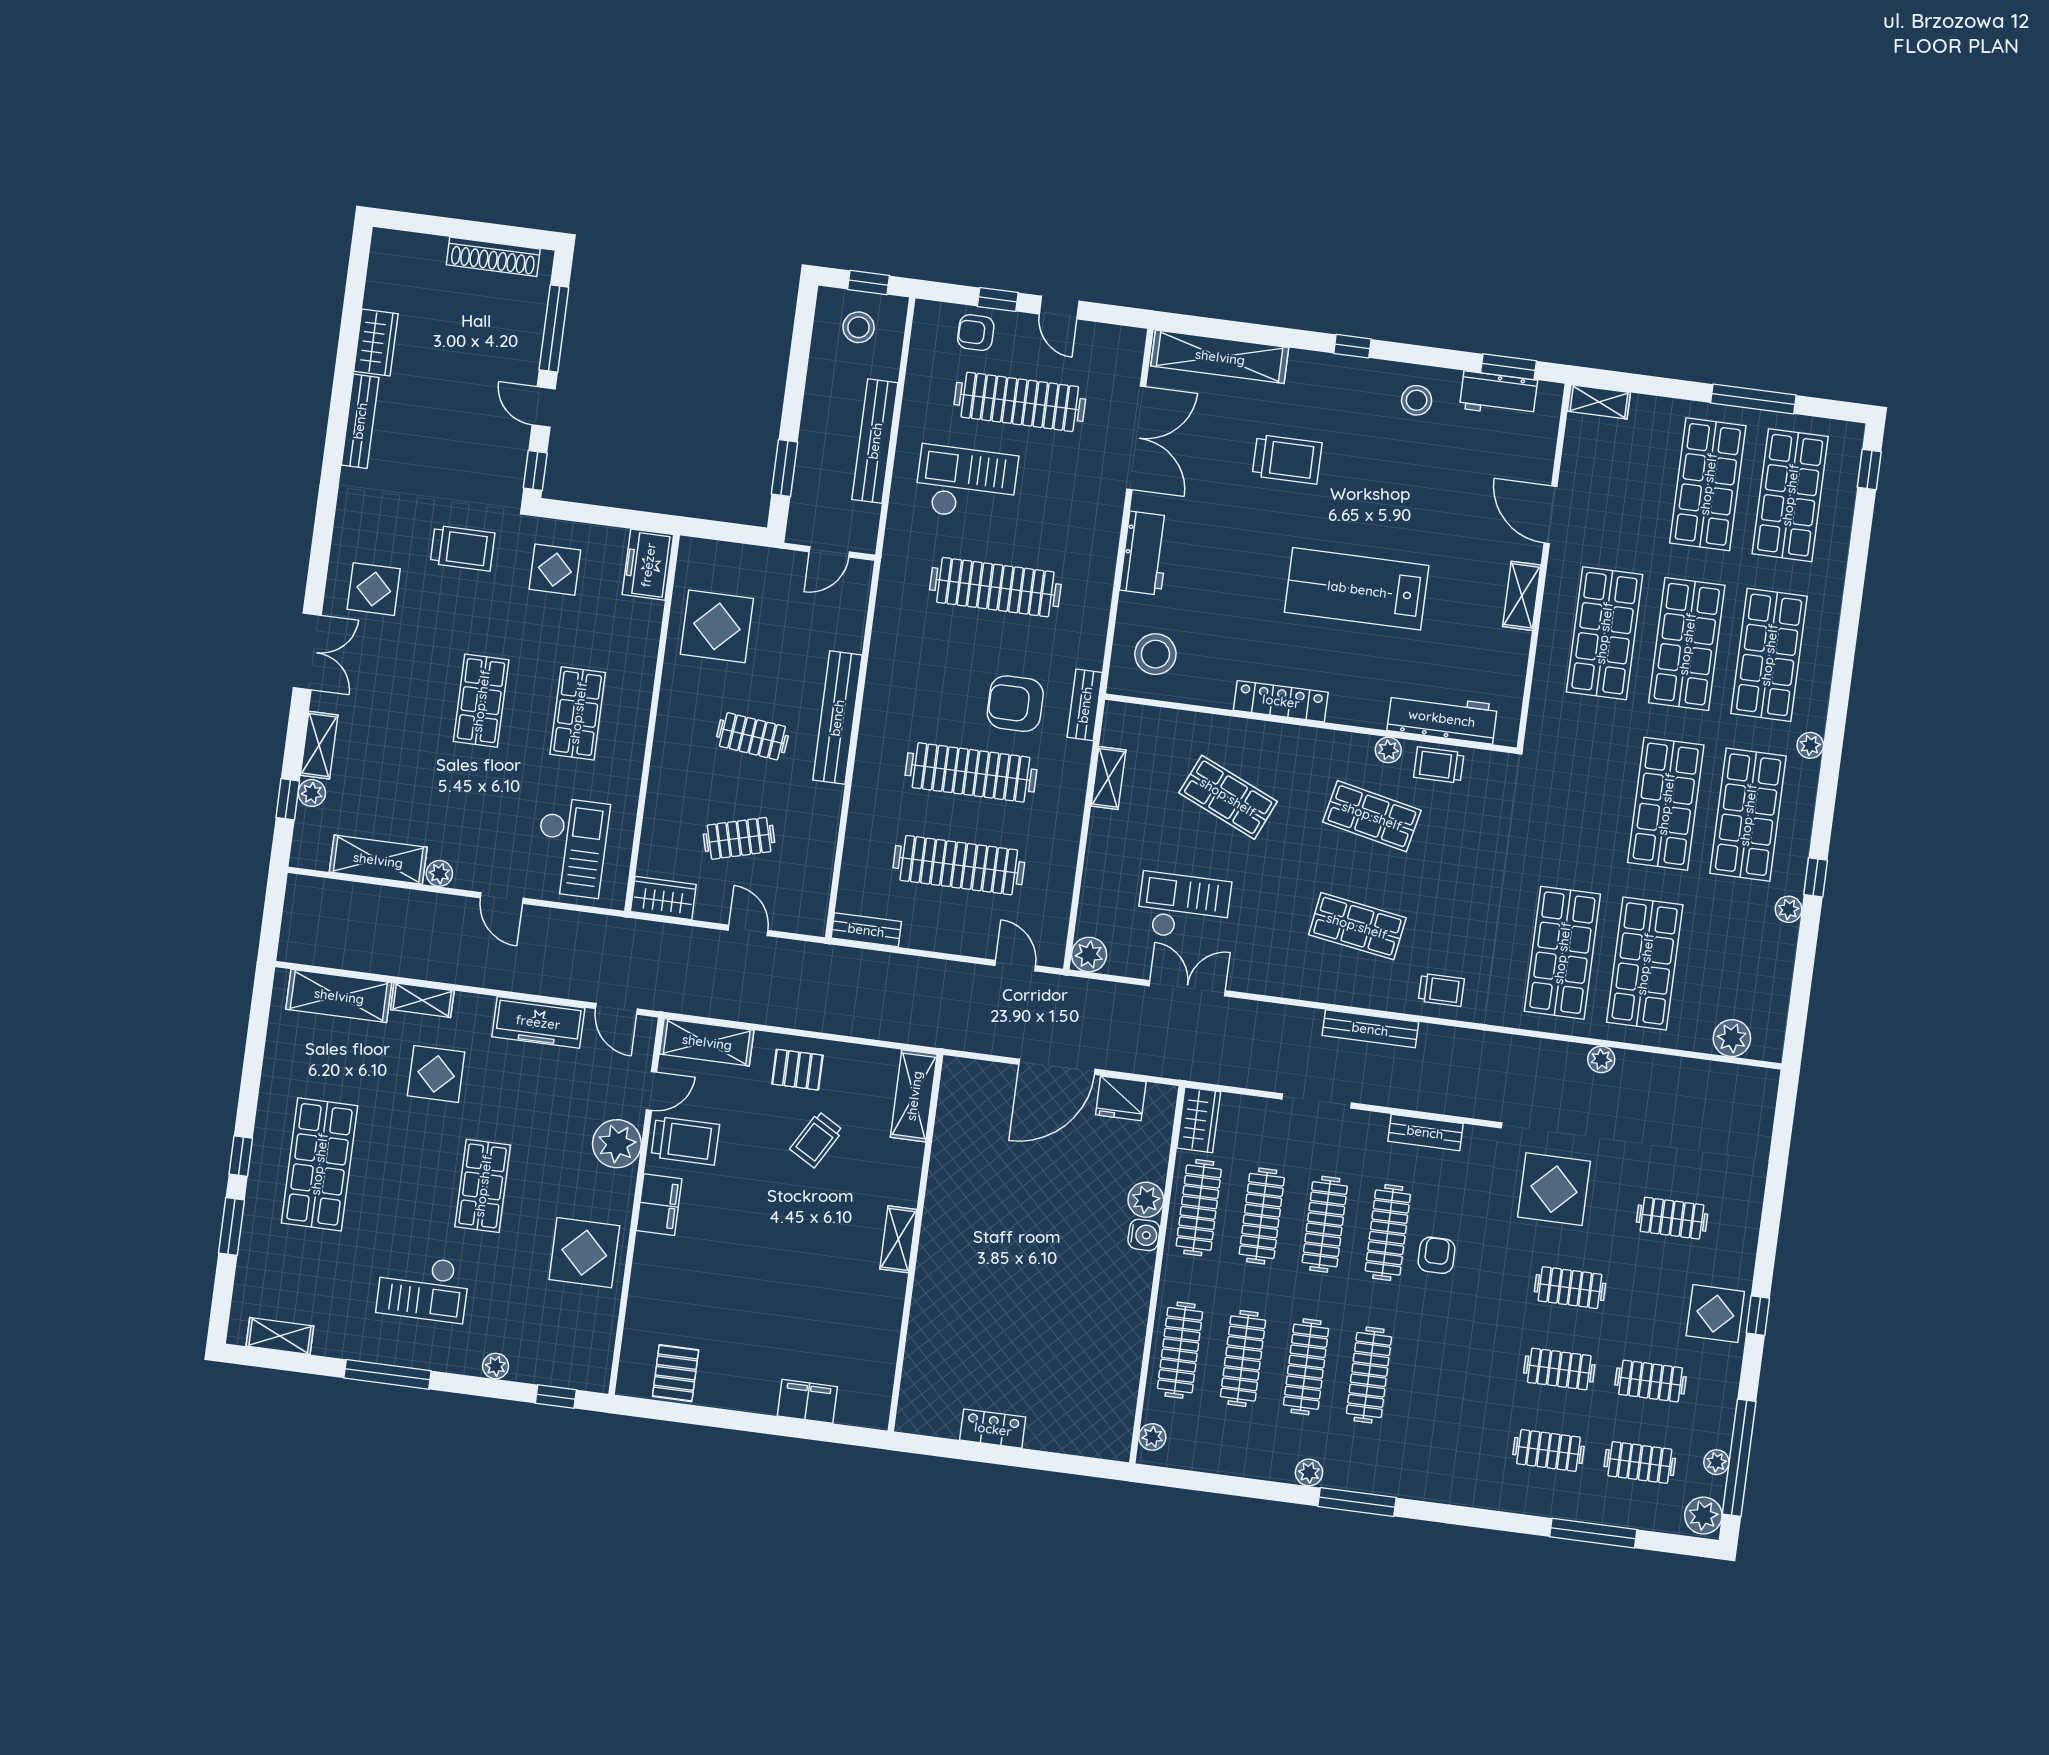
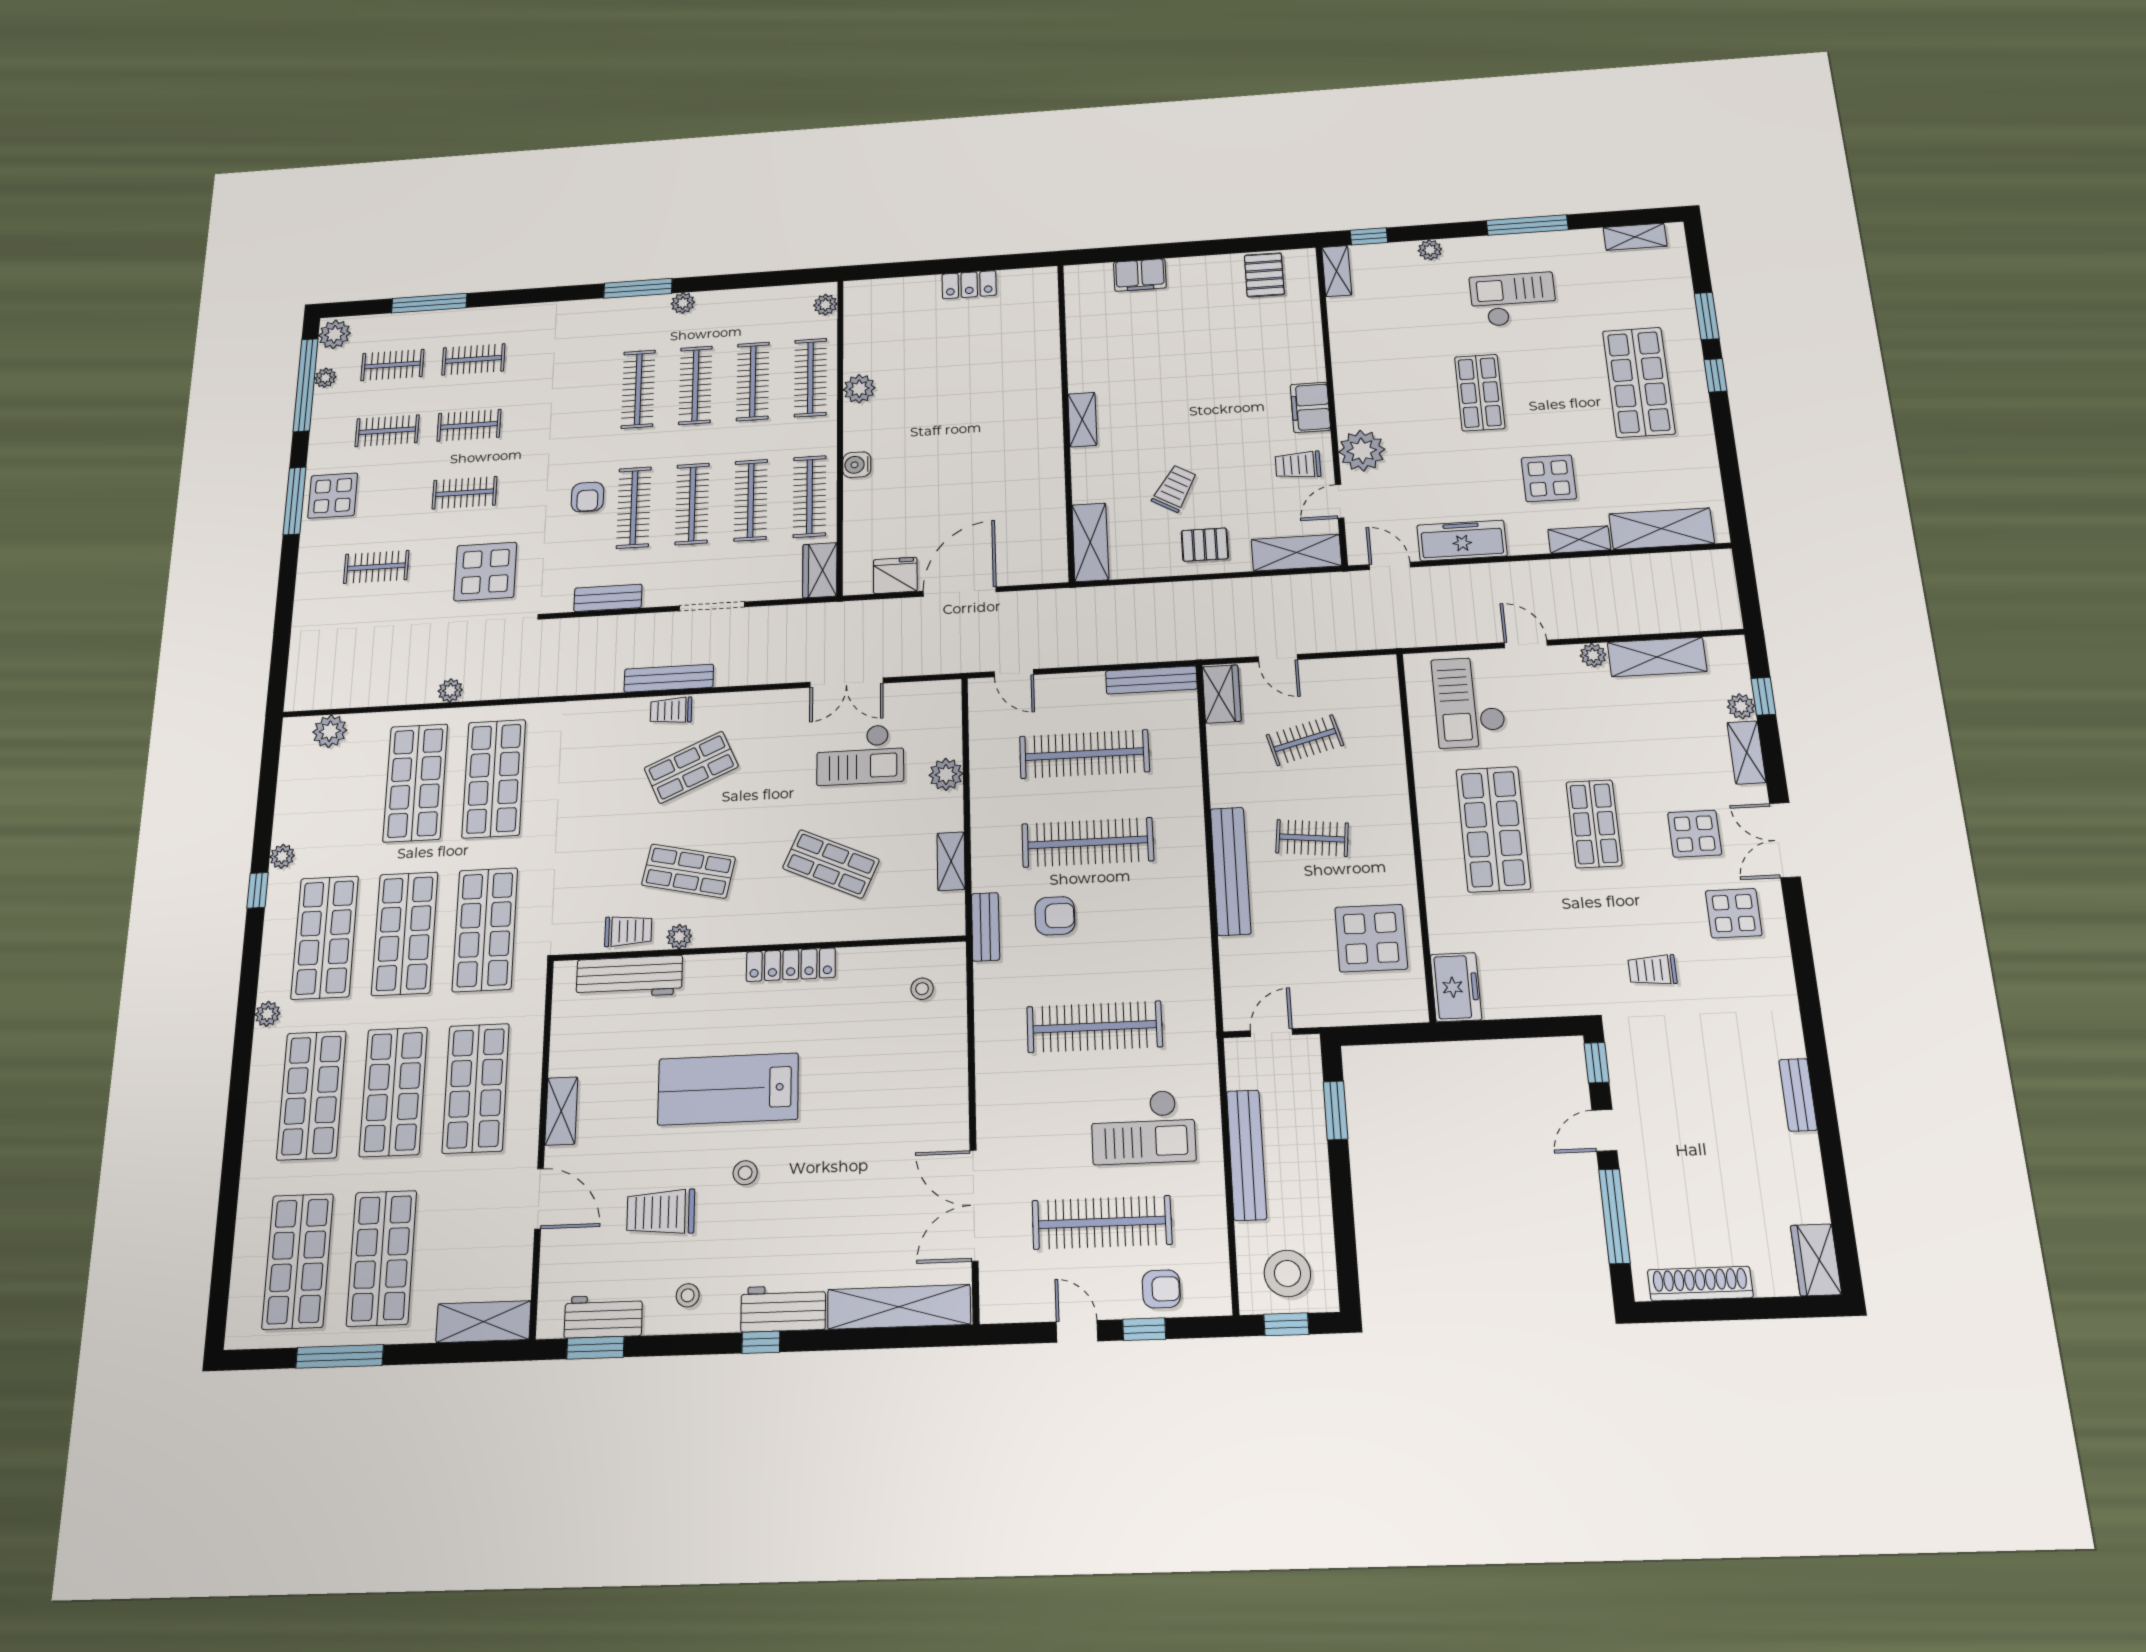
stool: (859, 327) -> (1287, 1273), width x1.38, depth x1.38
wardrobe: (376, 343) -> (1816, 1260), moved
stool: (1417, 400) -> (688, 1295), width x0.73, depth x0.73
shelving: (1599, 402) -> (483, 1322), width x1.50, depth x1.33
door: (544, 407) -> (1604, 1130), swing flipped
bench: (360, 421) -> (1798, 1095), width x0.73
trolley: (1287, 459) -> (661, 1212), moved
window: (1869, 469) -> (219, 1302), removed
stool: (1349, 505) -> (745, 1173), added
trolley: (462, 548) -> (1652, 970), width x0.73, depth x0.72
workbench: (1145, 553) -> (783, 1308), moved, turned 90
display table: (555, 570) -> (1695, 834), moved
lab bench: (1357, 589) -> (728, 1089), turned 180
stool: (1155, 654) -> (922, 989), width x0.53, depth x0.53
armchair: (1015, 704) -> (1055, 916), width x0.72, depth x0.72
shop shelf: (578, 713) -> (1493, 829), width x1.43, depth x1.36
shop shelf: (1583, 793) -> (485, 929), added
wardrobe: (663, 898) -> (1222, 694), moved, turned -90
shop shelf: (1357, 926) -> (691, 767), turned -33
bench: (866, 930) -> (1151, 680), width x1.36
plant: (1089, 955) -> (946, 774), moved
trolley: (1441, 990) -> (671, 710), moved
trolley: (685, 1141) -> (1298, 465), width x0.73, depth x0.72
plant: (1146, 1200) -> (859, 389), moved
display table: (584, 1253) -> (1371, 355), removed
window: (1758, 1316) -> (295, 501), width x2.17
shelving: (599, 1361) -> (1337, 271), added

